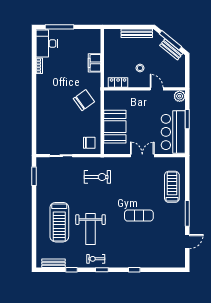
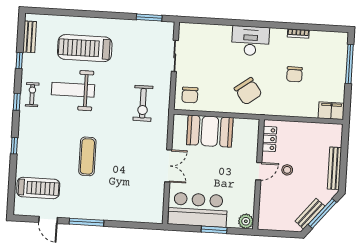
desk: (47, 44) -> (250, 41), moved
filing cabinet: (95, 63) -> (331, 111), moved
chair: (69, 67) -> (294, 74), added
door: (157, 89) -> (259, 171), moved
treadmill: (172, 187) -> (38, 188), moved

